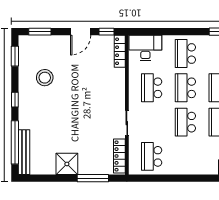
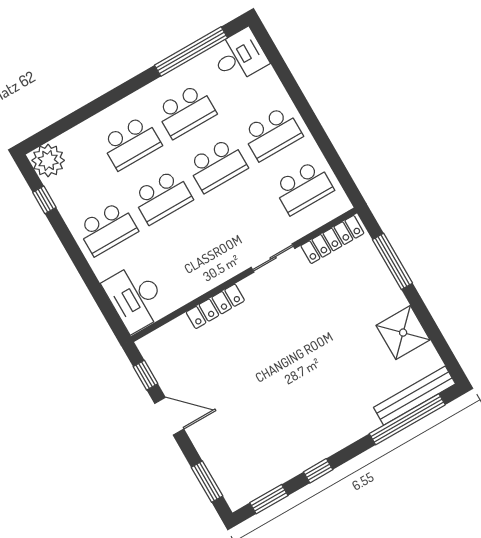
locker: (120, 51) -> (215, 306), moved
stool: (45, 78) -> (276, 431), removed
school desk: (152, 88) -> (272, 133), moved
window: (15, 100) -> (318, 471), moved
shower: (67, 164) -> (403, 333), moved

